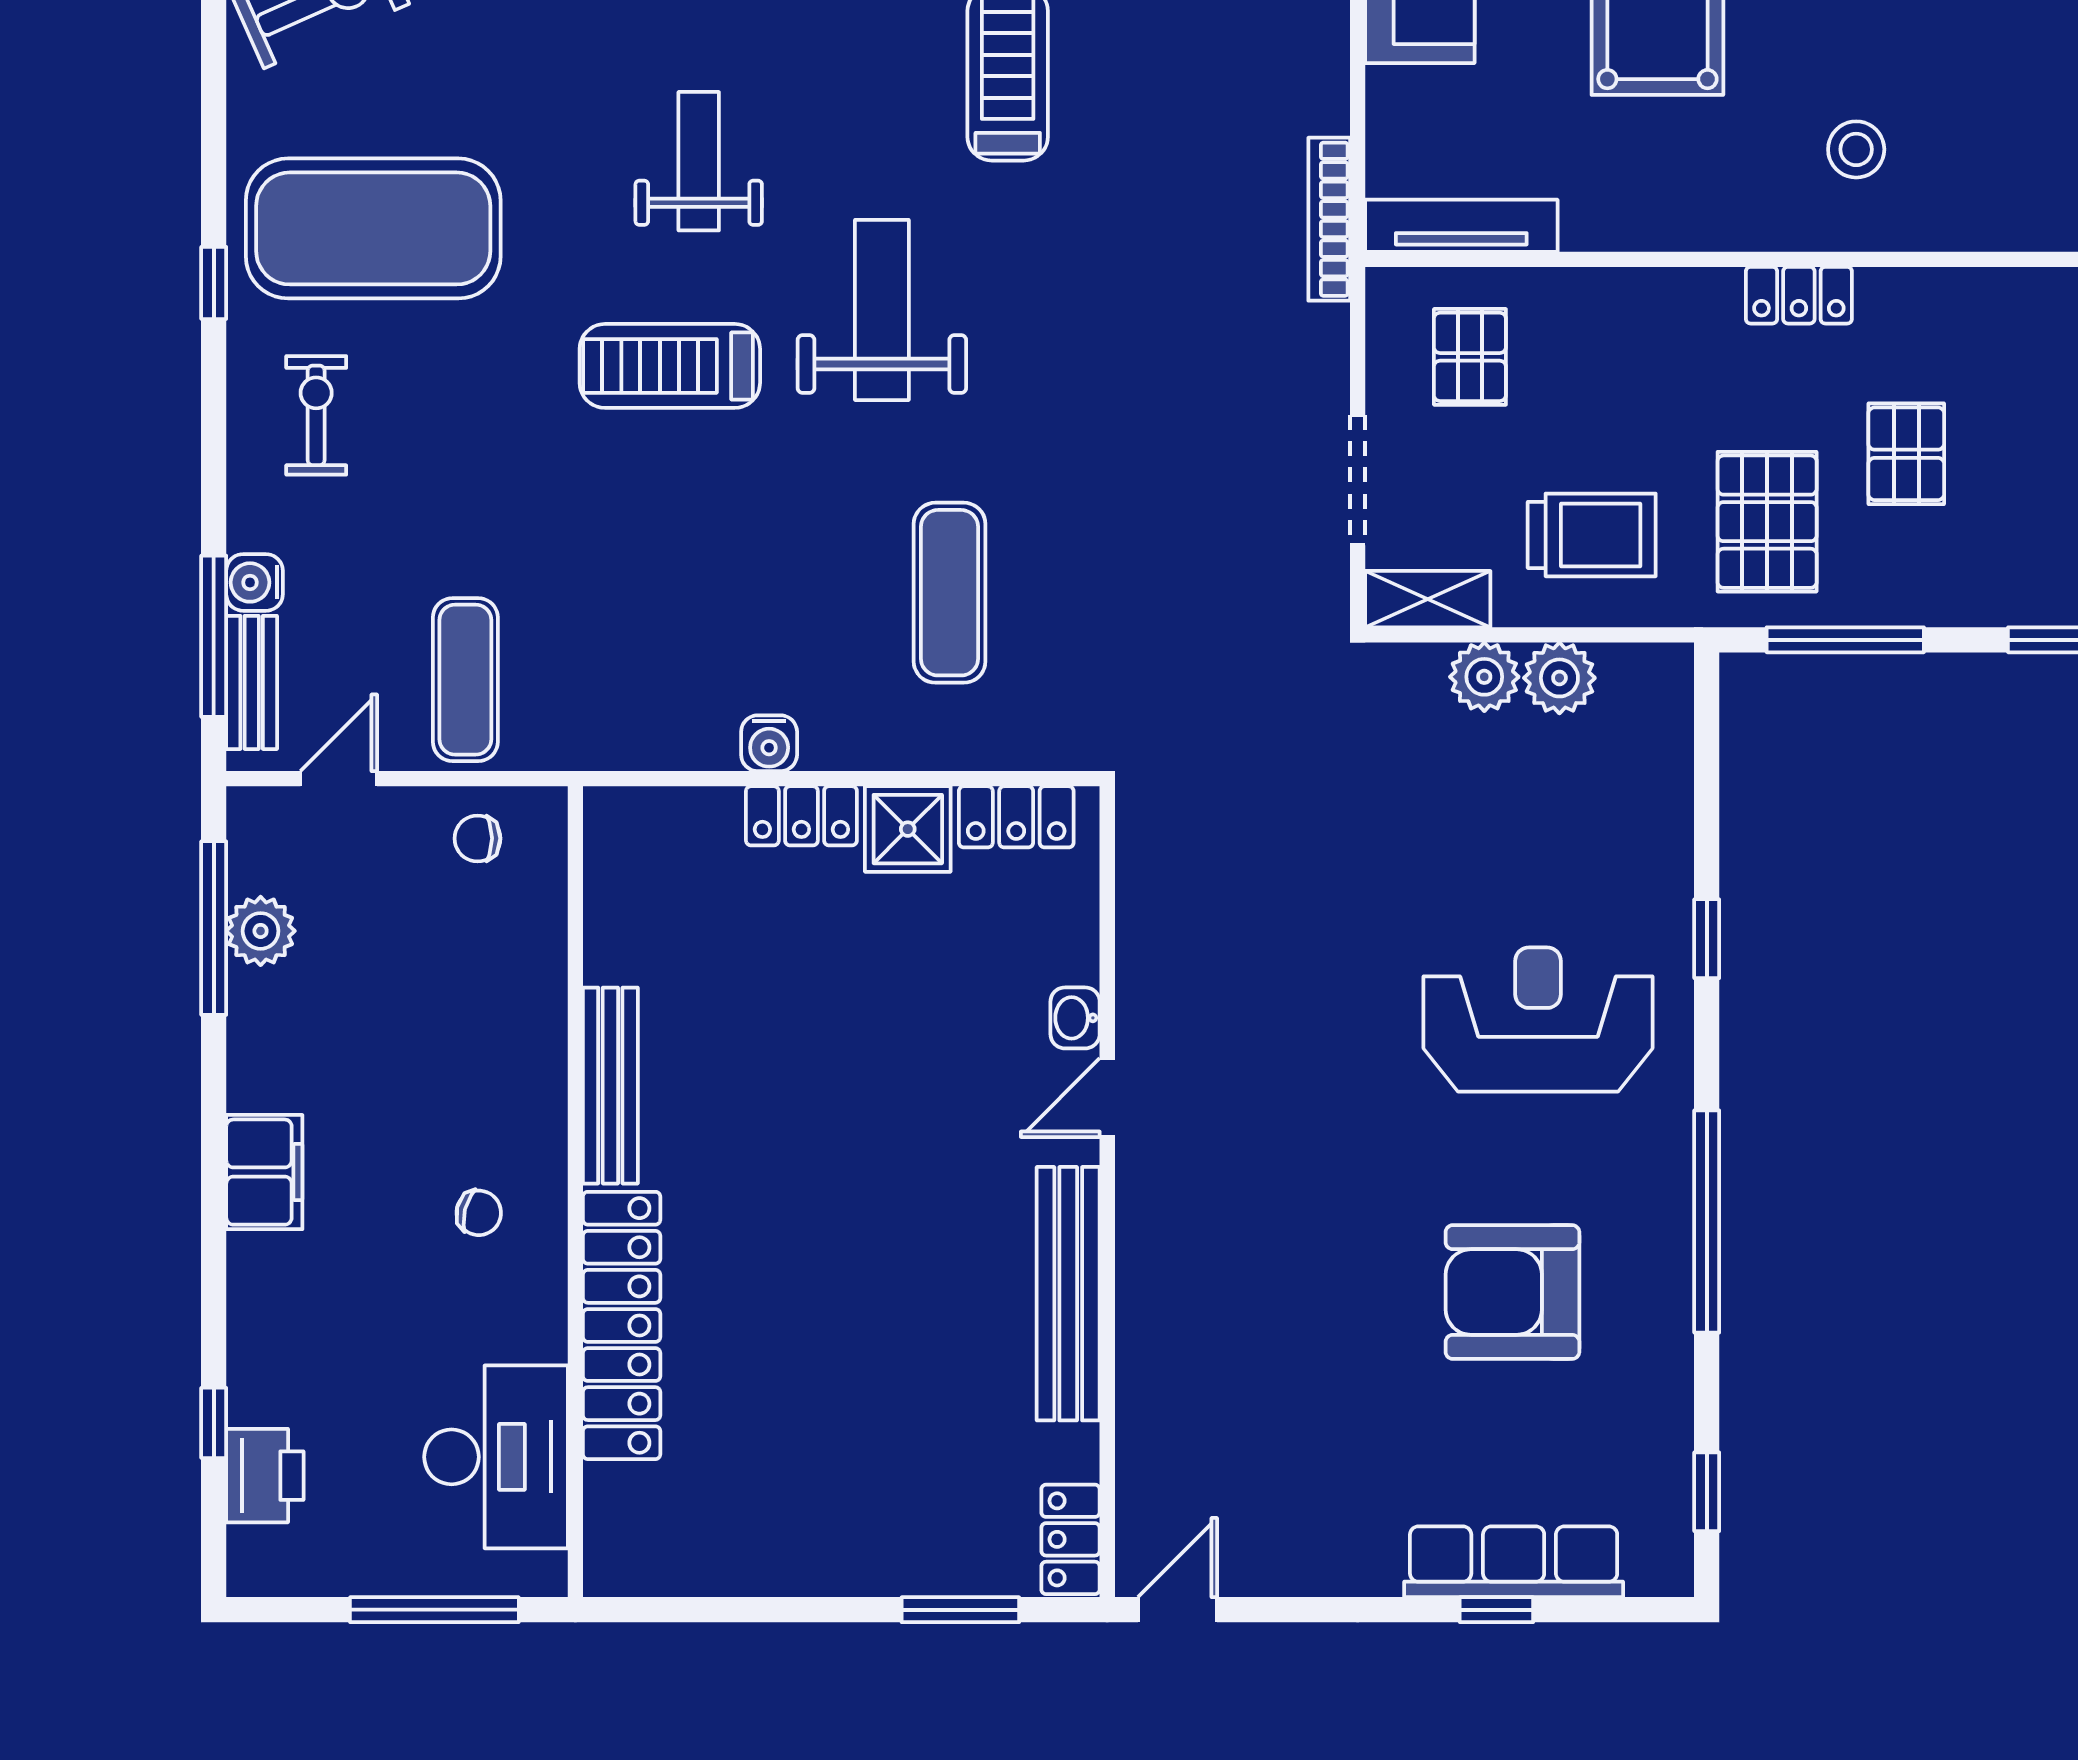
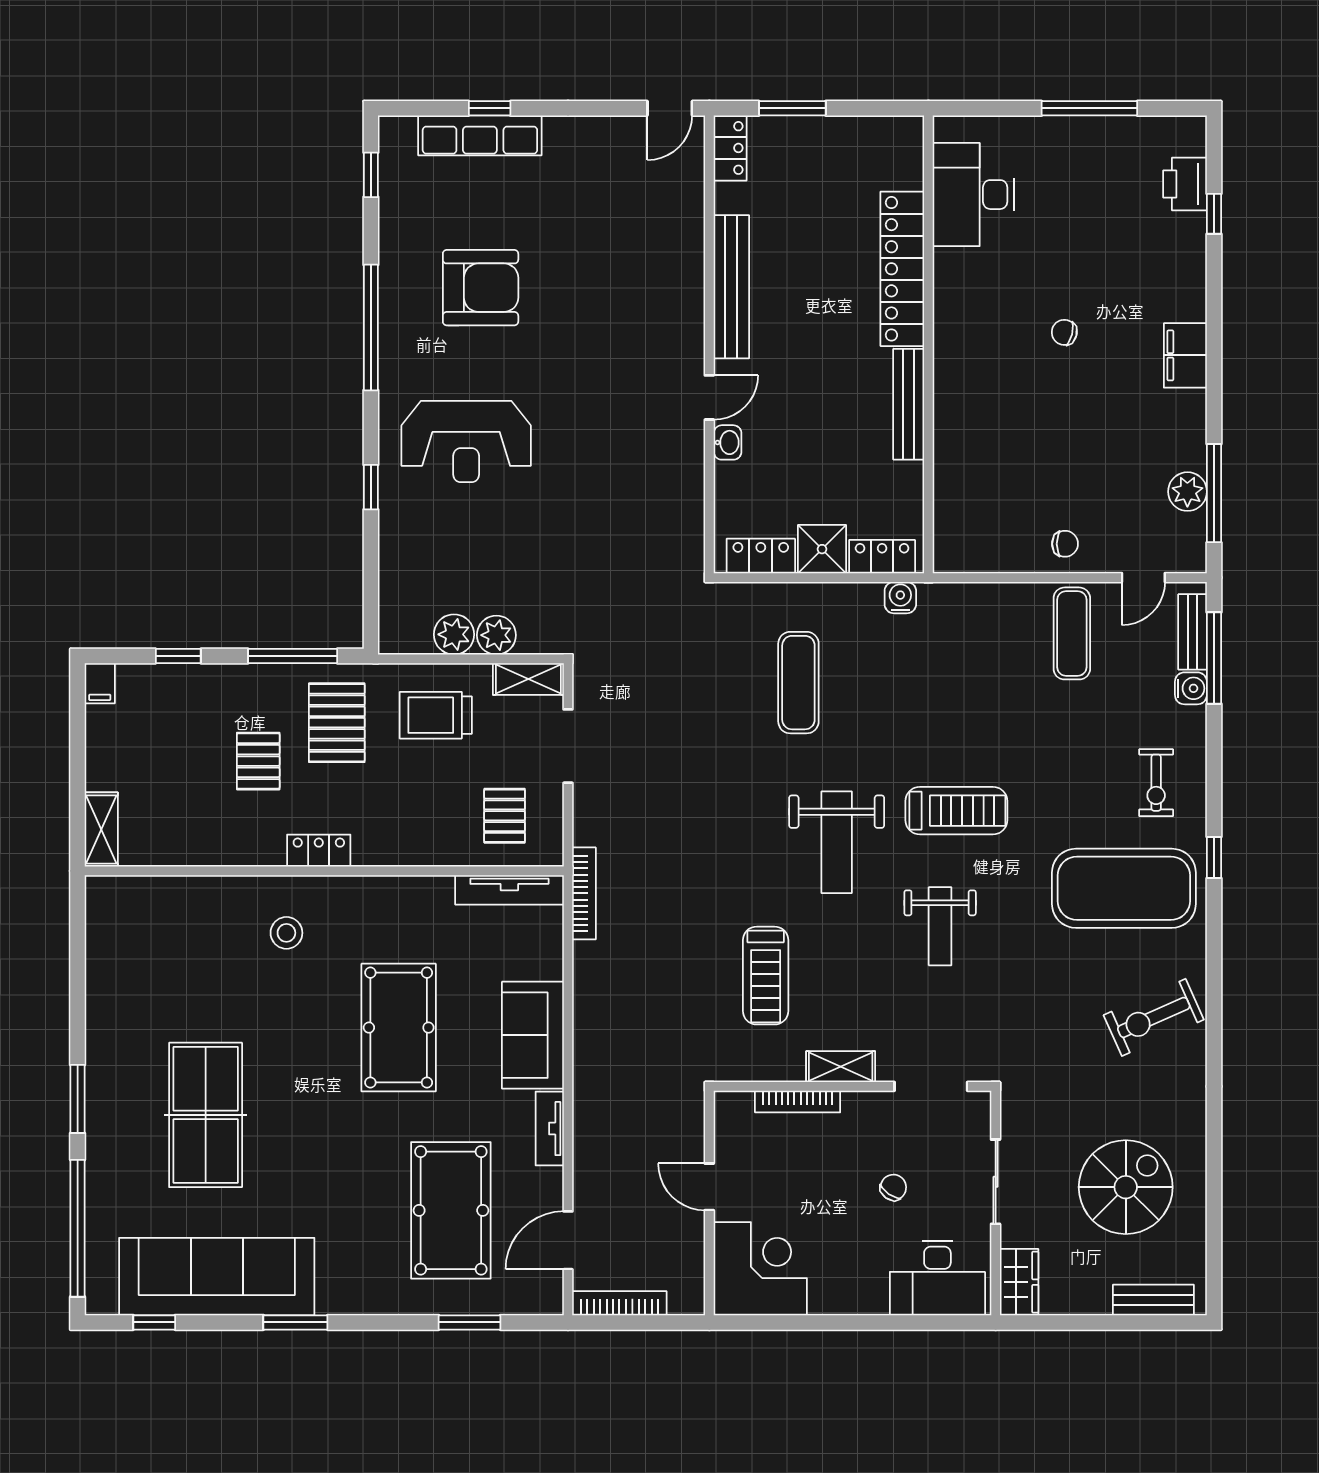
bench: (610, 1086) -> (909, 404), moved
wall: (575, 1192) -> (928, 344), moved
locker: (622, 1325) -> (902, 269), moved
desk: (496, 1457) -> (973, 195), moved

